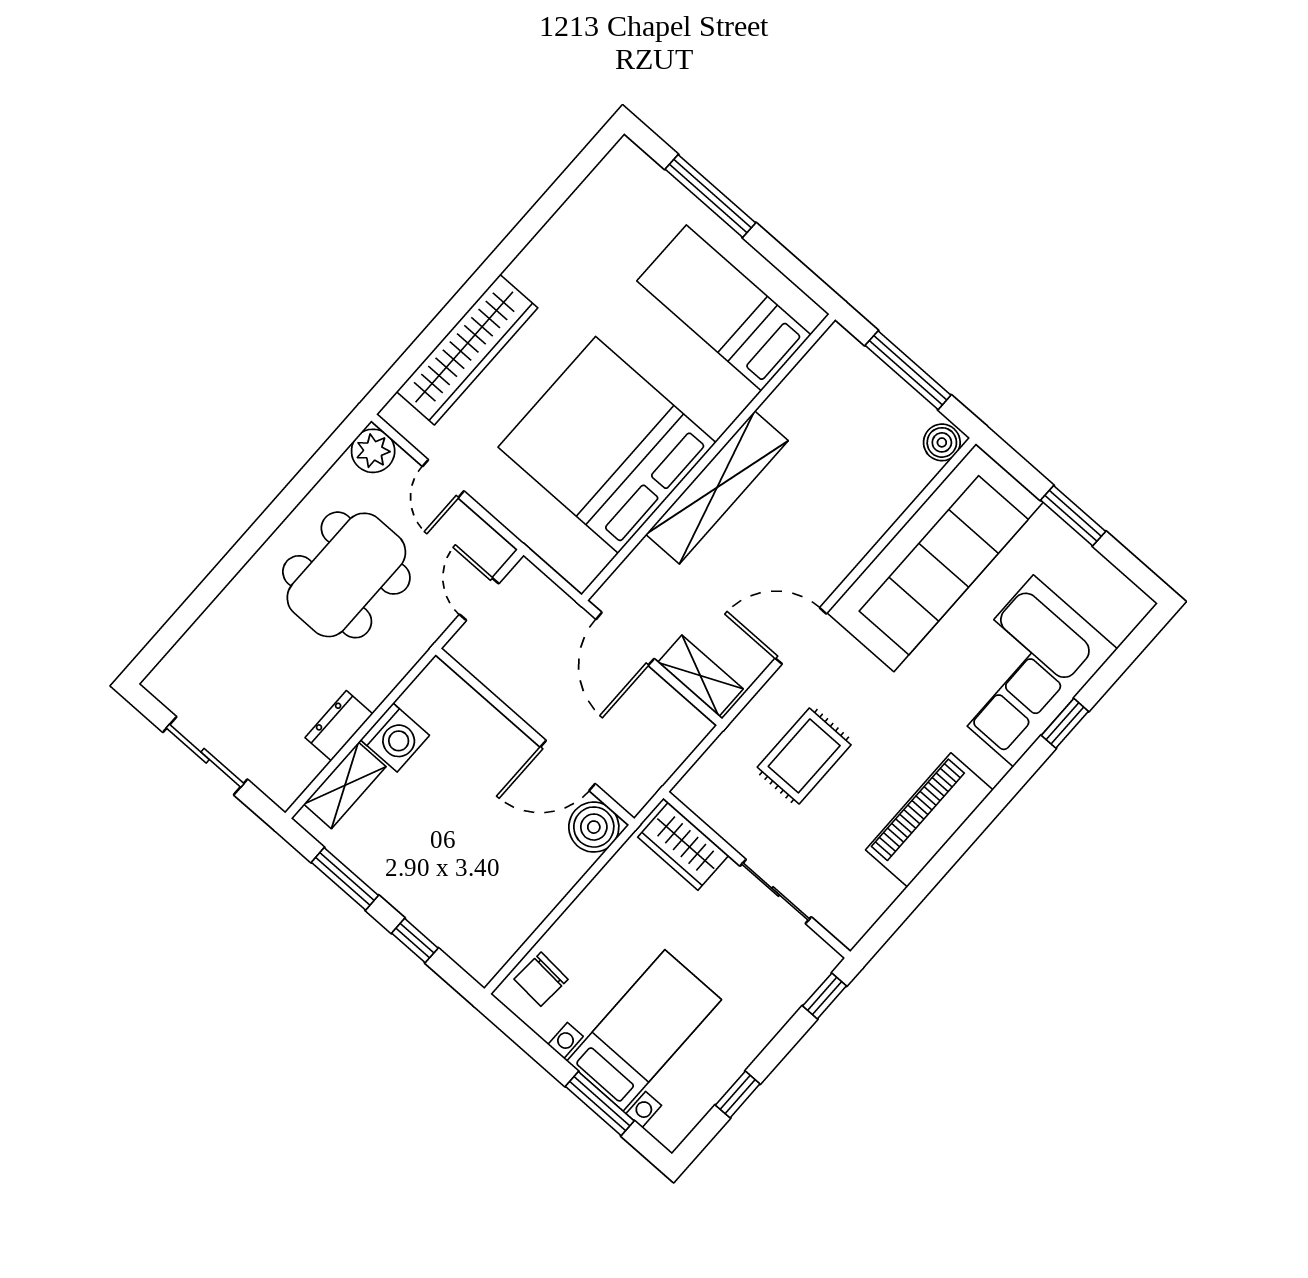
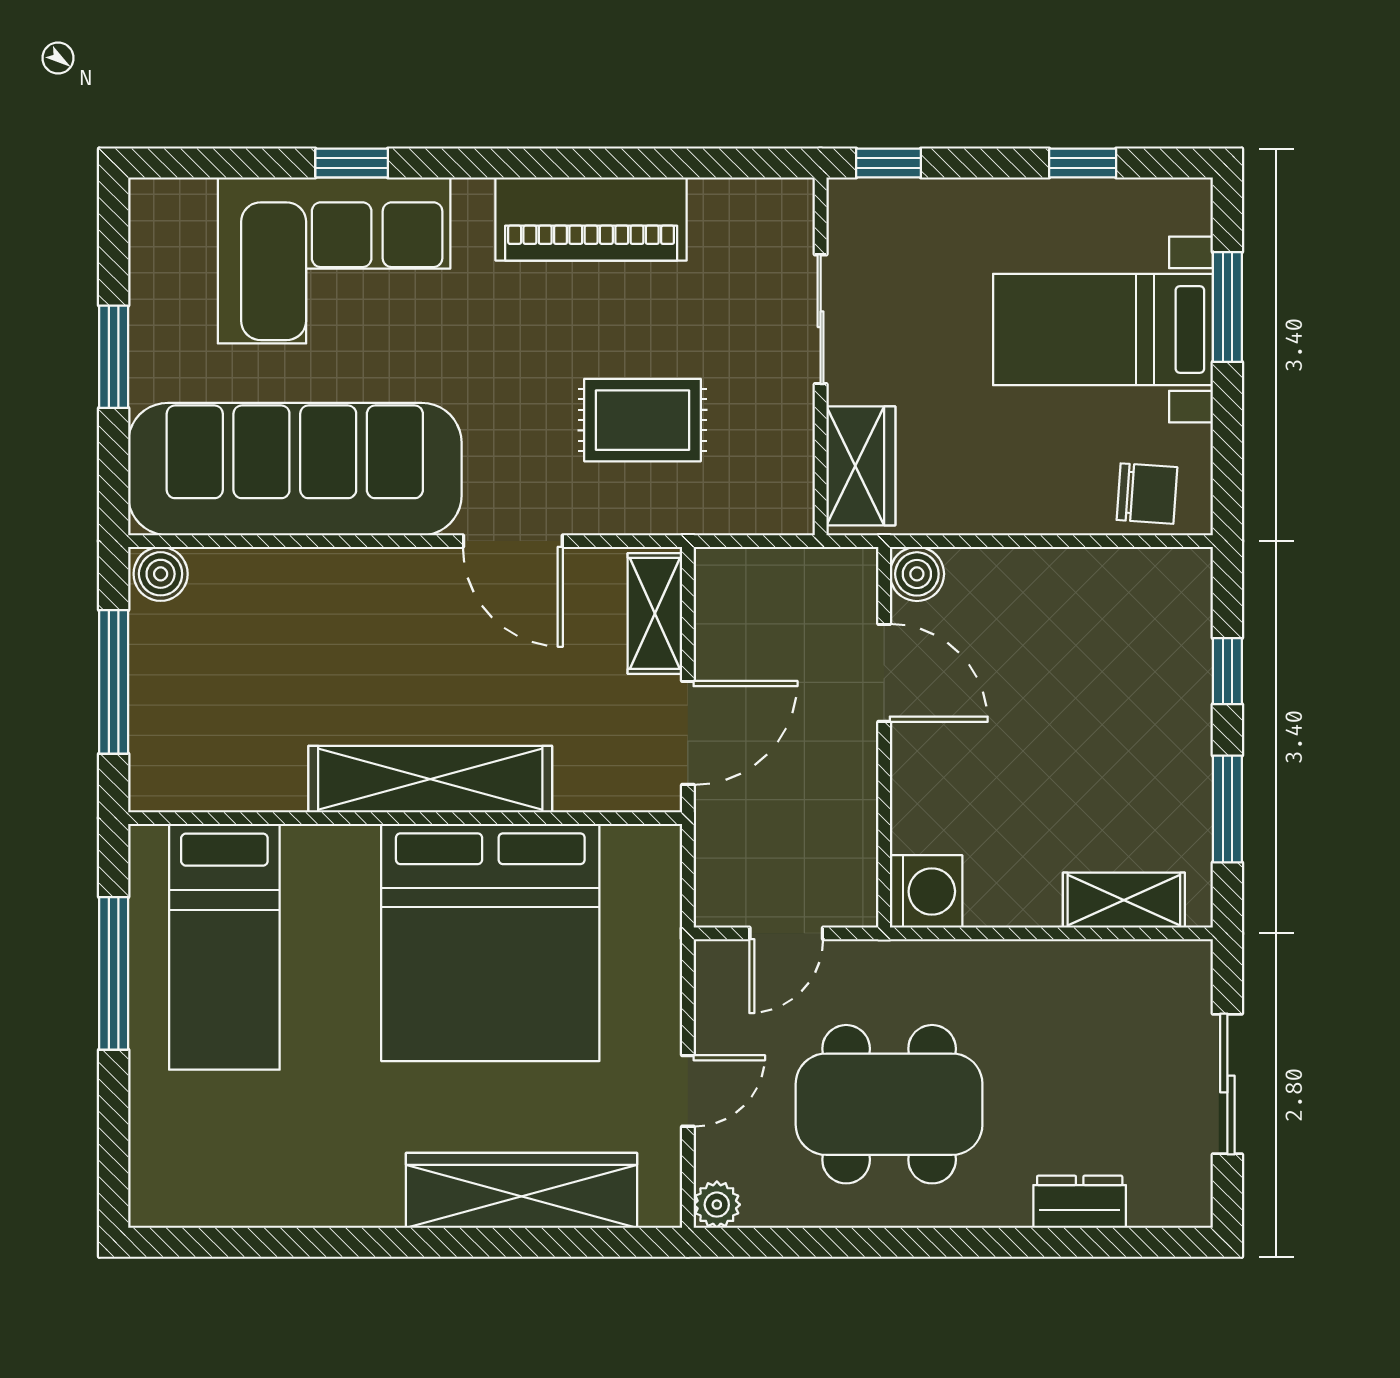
window: (710, 196) -> (114, 973), moved
plant: (373, 451) -> (717, 1205), width x0.73, depth x0.73
dresser: (339, 726) -> (1080, 1202), moved, turned 180
washing machine: (395, 738) -> (926, 891), moved, turned 90
boiler: (594, 827) -> (917, 574), width x0.73, depth x0.73

